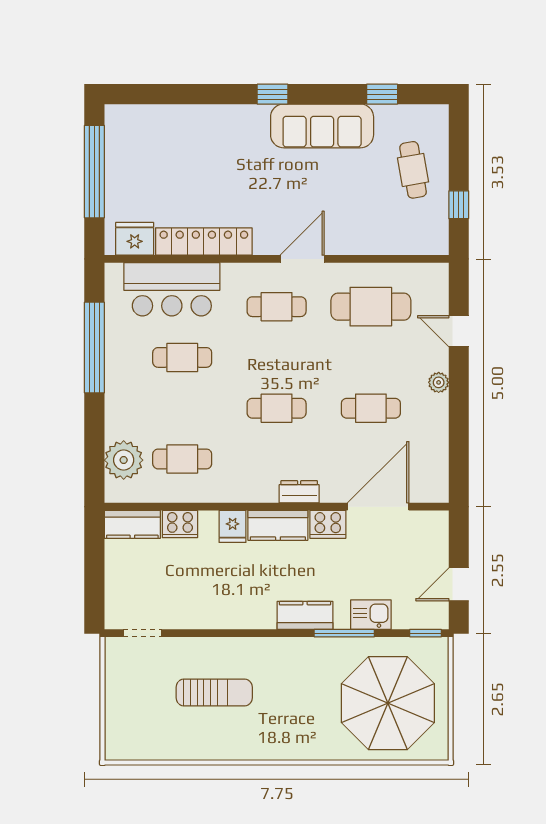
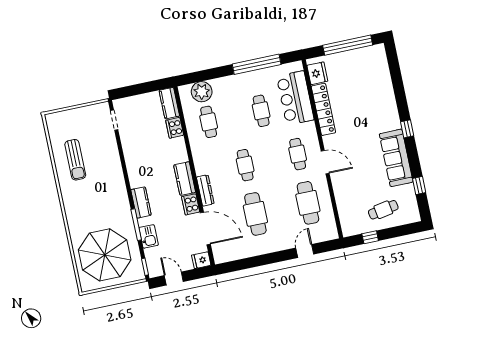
plant: (439, 382) -> (276, 246), removed
cafe table: (371, 408) -> (255, 214), width x1.37, depth x1.35
dresser: (299, 492) -> (205, 190), width x1.44
fridge: (233, 526) -> (201, 260), moved
sun lounger: (214, 693) -> (75, 160), moved

